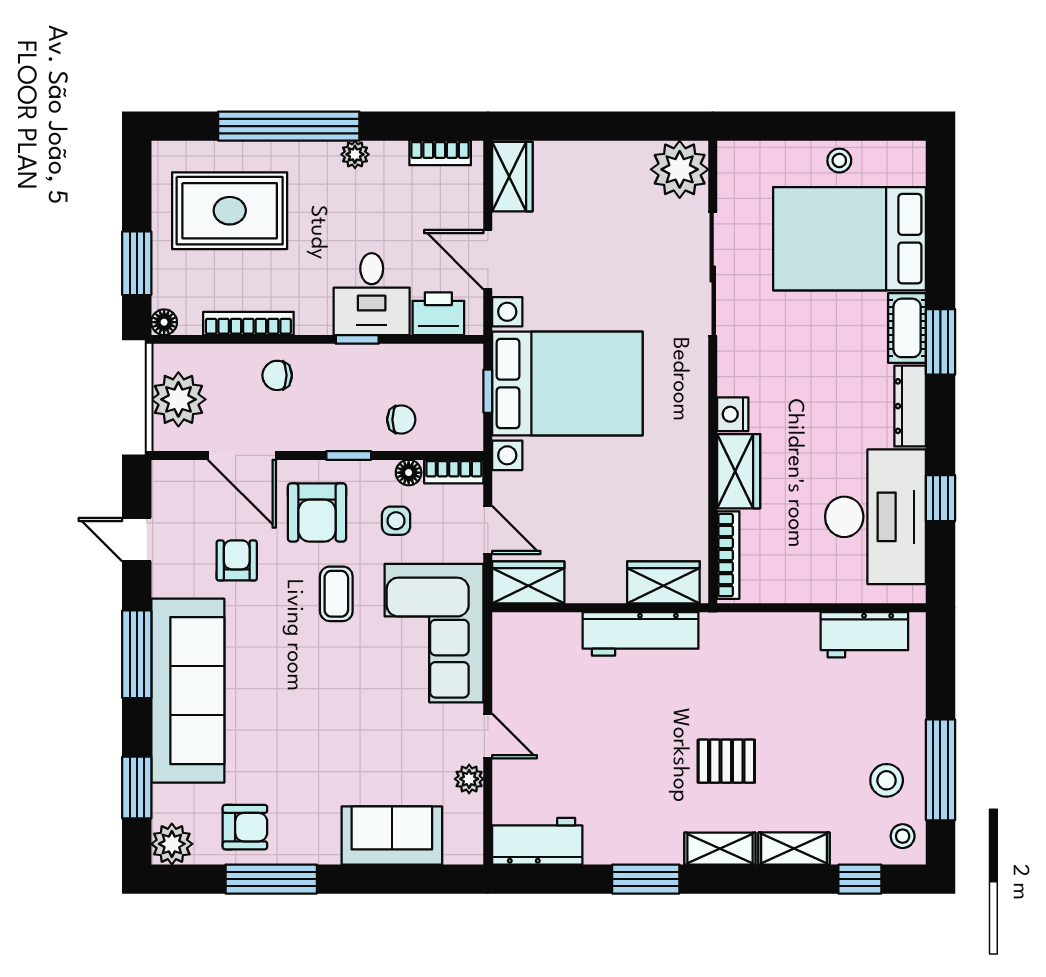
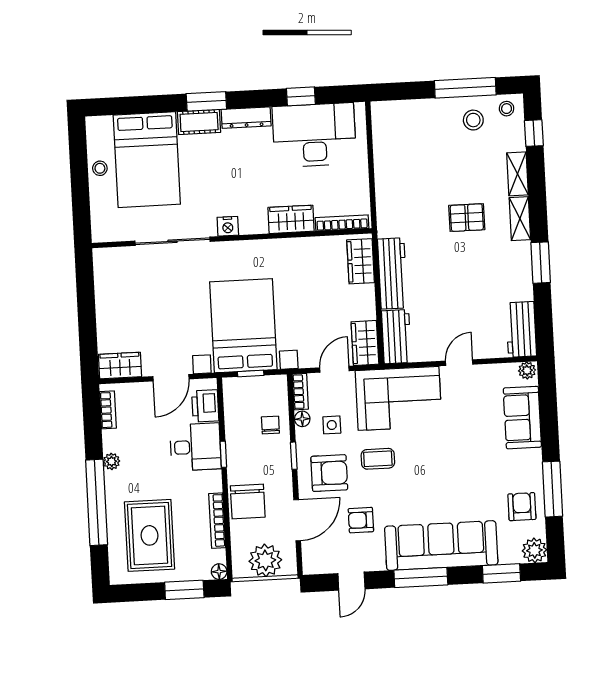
plant: (680, 169) -> (110, 265), removed
chair: (277, 375) -> (248, 501), width x1.87, depth x1.87
nightstand: (733, 414) -> (228, 226), moved
workbench: (864, 635) -> (396, 337), moved
pallet: (726, 761) -> (467, 218), turned 90
plant: (469, 779) -> (527, 370), moved

